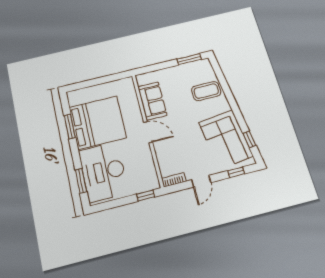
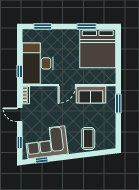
window: (189, 59) -> (118, 104), moved
bed: (98, 122) -> (98, 48), moved
desk: (103, 172) -> (38, 63), moved, turned -90

